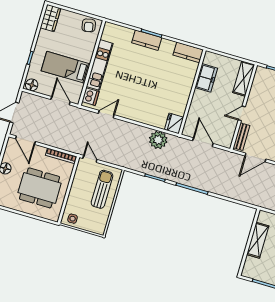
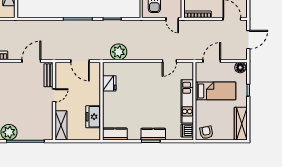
wardrobe: (50, 18) -> (241, 124), width x1.50
dishwasher: (90, 97) -> (187, 131), moved
door: (60, 101) -> (212, 61), swing flipped
fridge: (174, 123) -> (109, 83), moved

